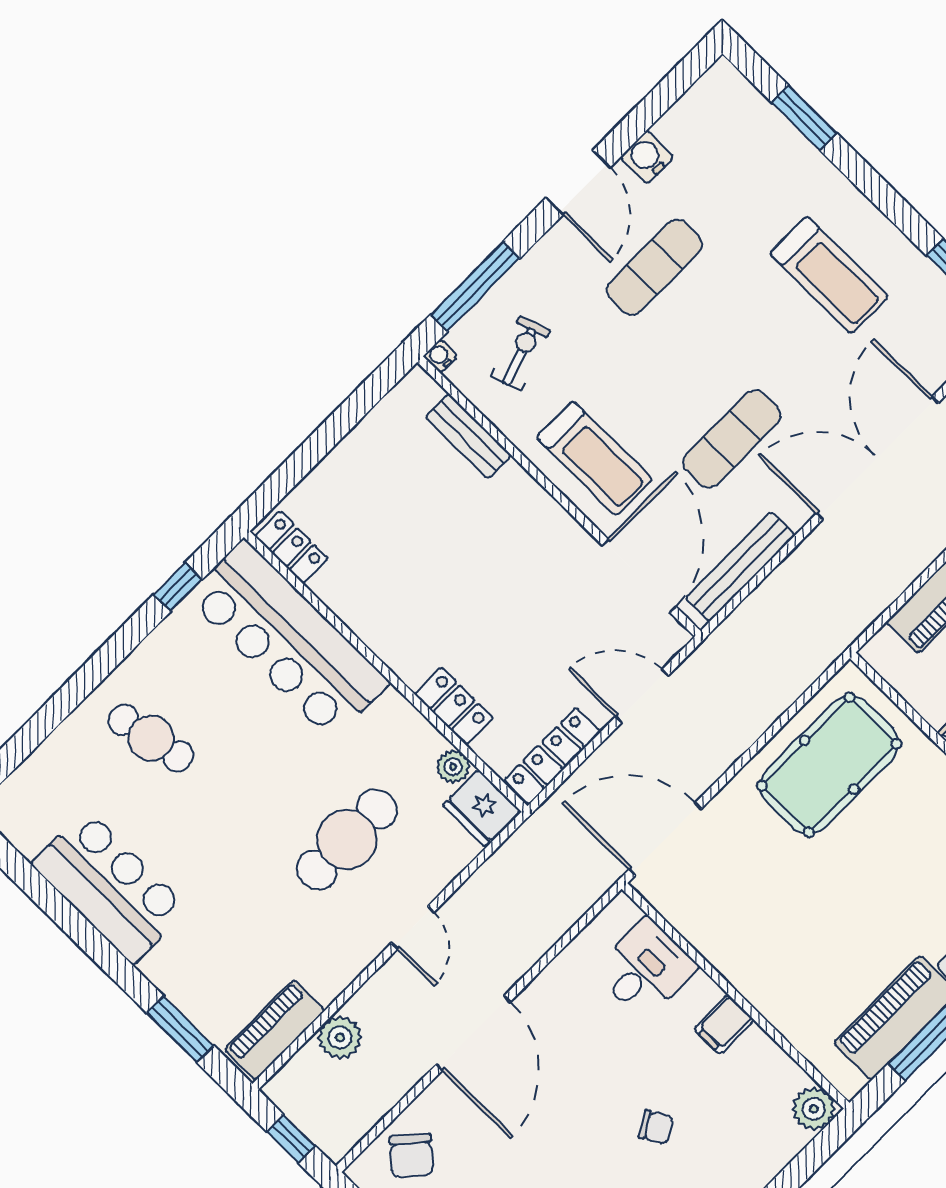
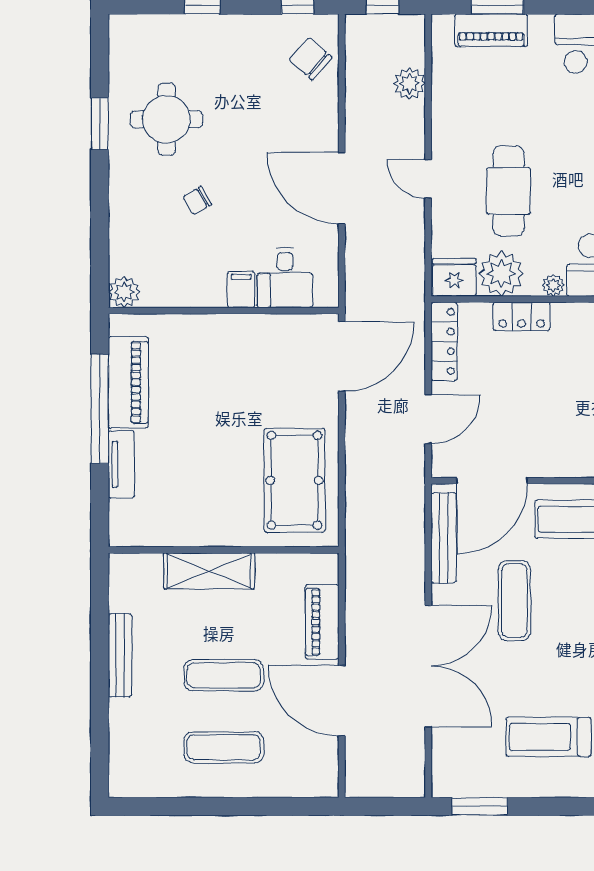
door: (639, 576) -> (492, 481), hinge flipped
plant: (393, 706) -> (553, 285), added
plant: (453, 767) -> (501, 274), width x1.87, depth x1.87
filing cabinet: (724, 1024) -> (241, 290), moved
piano: (275, 1030) -> (491, 30), moved, turned 90
door: (473, 1033) -> (342, 188), moved

